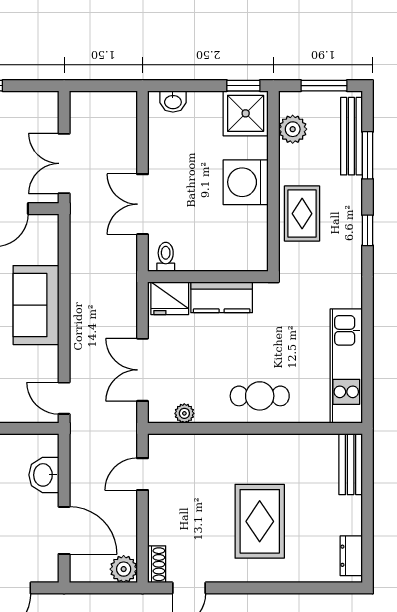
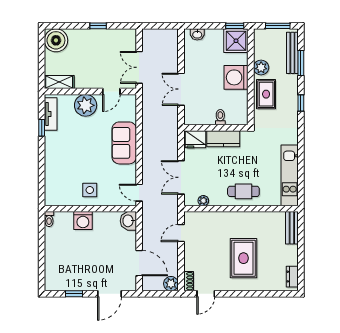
plant: (293, 129) -> (261, 67), moved
toilet: (166, 257) -> (220, 117), moved
washbasin: (44, 475) -> (128, 221), moved

